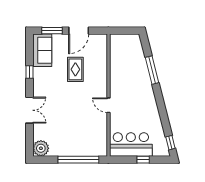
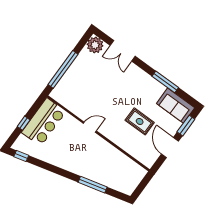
window: (30, 72) -> (165, 82), width x2.17
double door: (30, 110) -> (123, 51), moved

